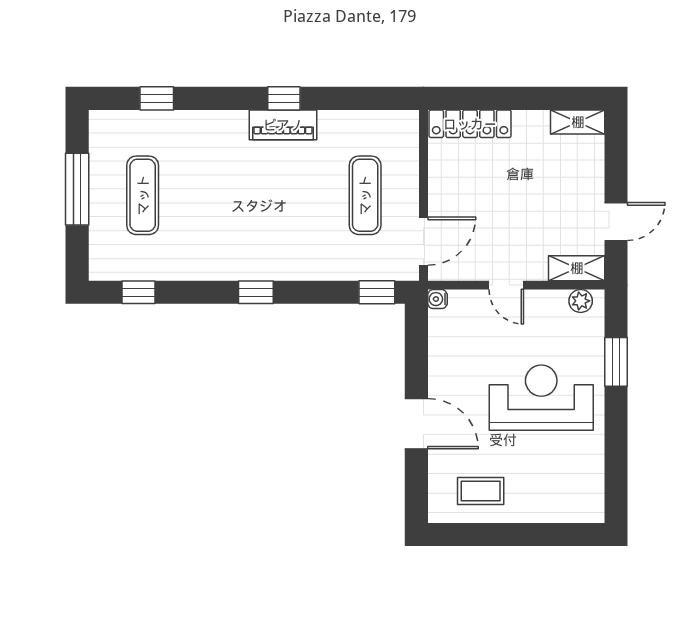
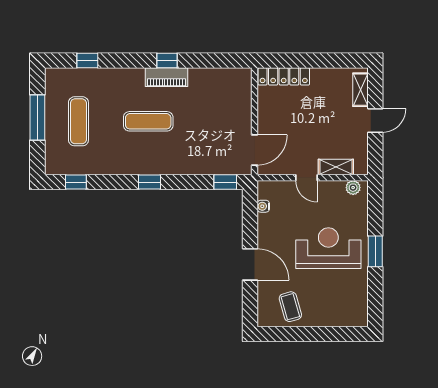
shelving: (578, 122) -> (360, 90), moved, turned 90
exercise mat: (365, 195) -> (148, 121), moved, turned 90
door: (616, 222) -> (375, 120), moved
shelving: (577, 268) -> (336, 167), moved
water cooler: (437, 299) -> (263, 206), moved
window: (616, 362) -> (375, 251), moved
coffee table: (481, 491) -> (290, 307), turned 74

